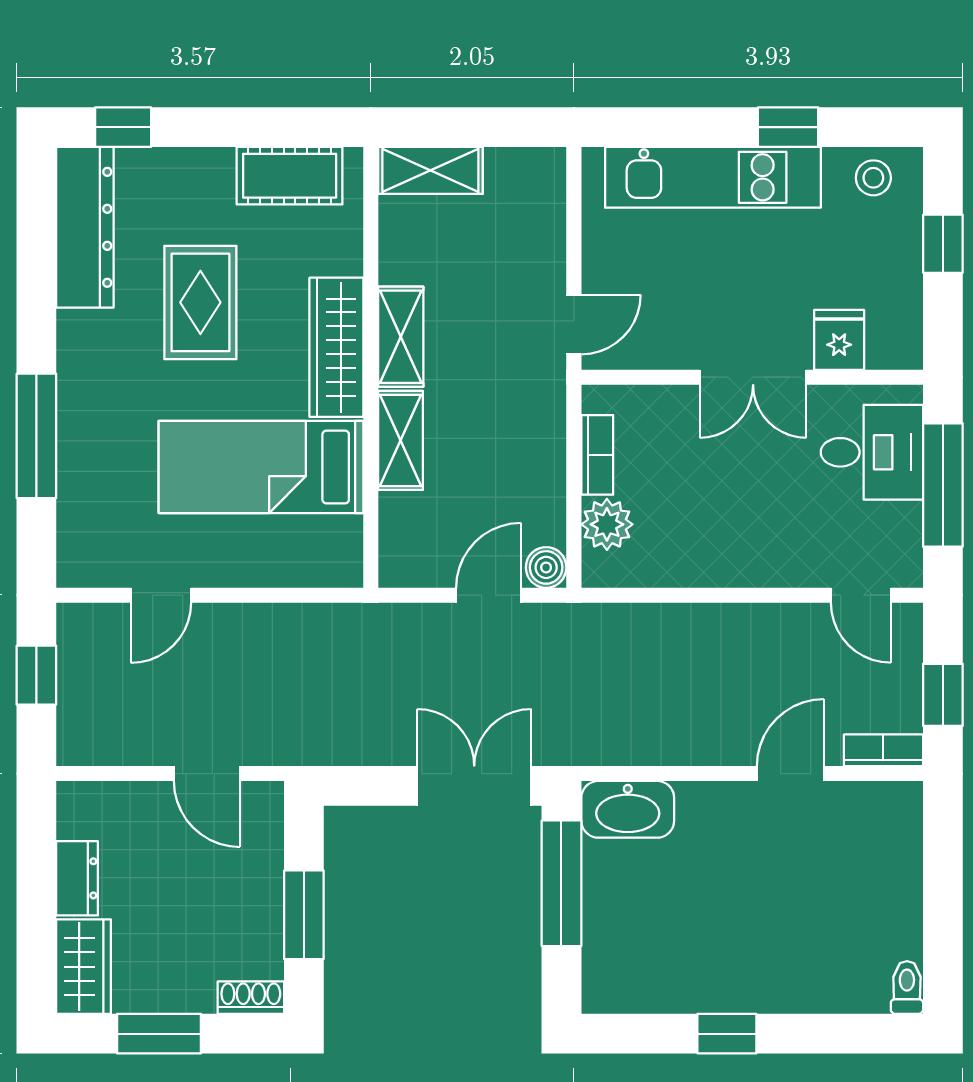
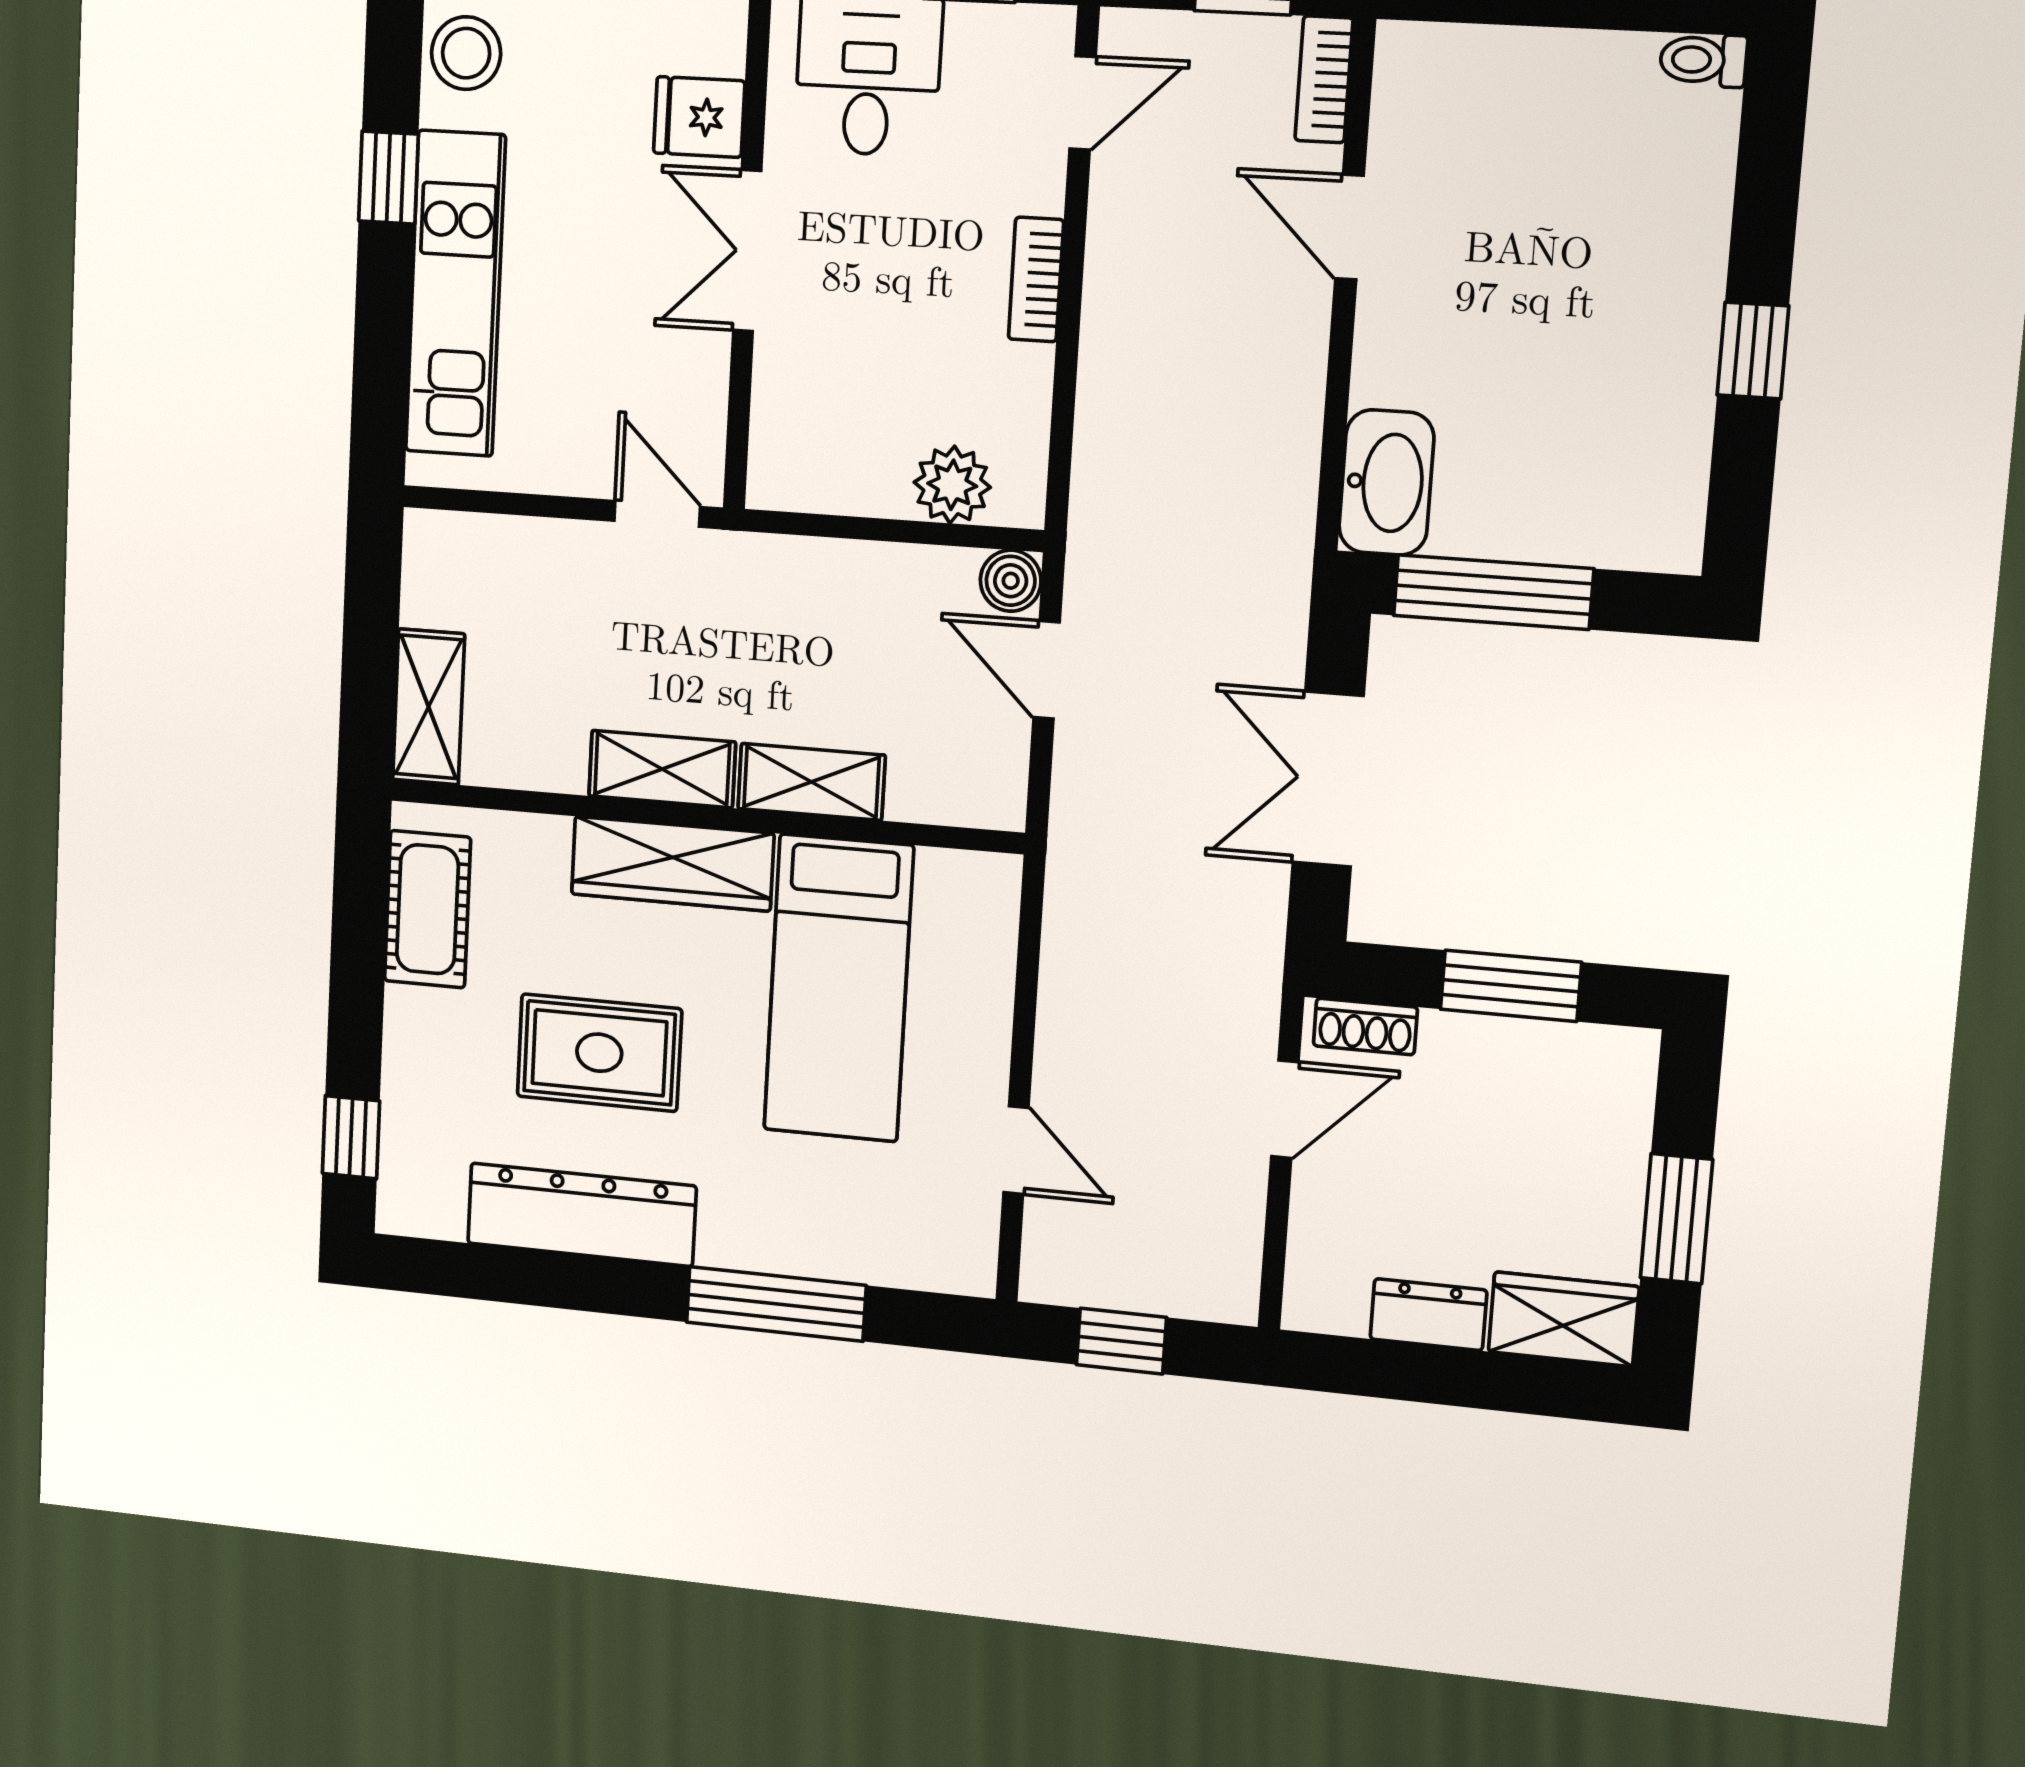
stool: (873, 178) -> (466, 53), width x1.37, depth x1.37
dresser: (85, 227) -> (581, 1215), moved
double door: (753, 377) -> (747, 251), swing flipped
bookcase: (597, 455) -> (1036, 280), moved, turned -90
double door: (474, 786) -> (1328, 779), moved
shoe rack: (251, 998) -> (1365, 1026), moved, turned -90

